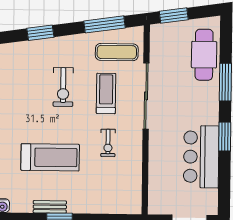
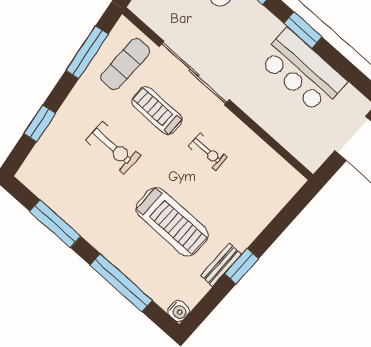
treadmill: (50, 157) -> (172, 222), turned 90

